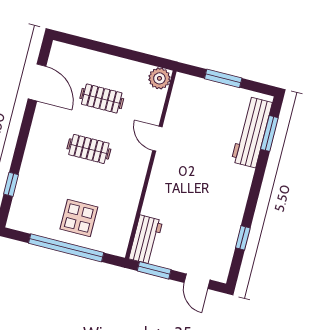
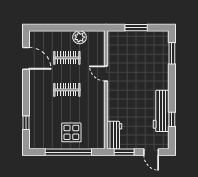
plant: (159, 78) -> (80, 37), moved
workbench: (252, 132) -> (161, 111), moved

